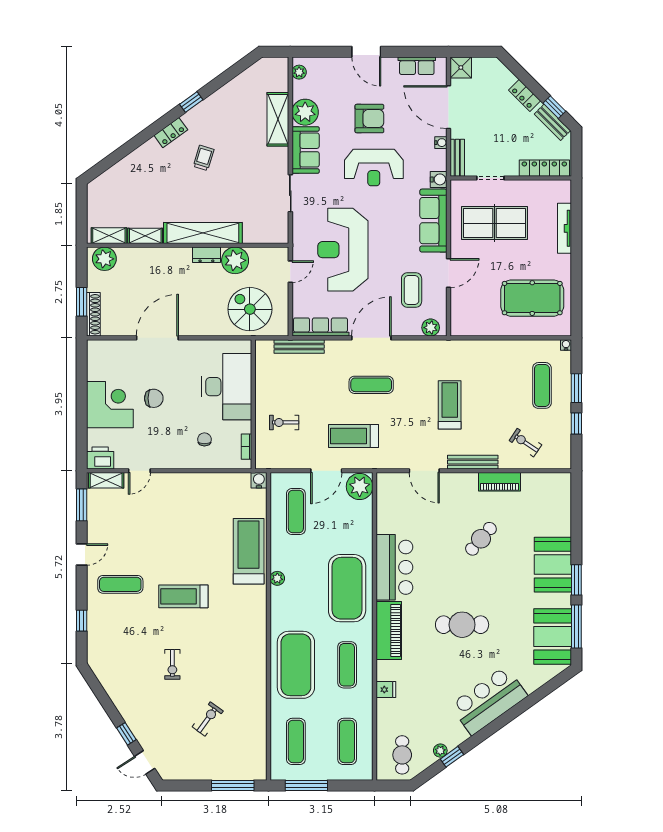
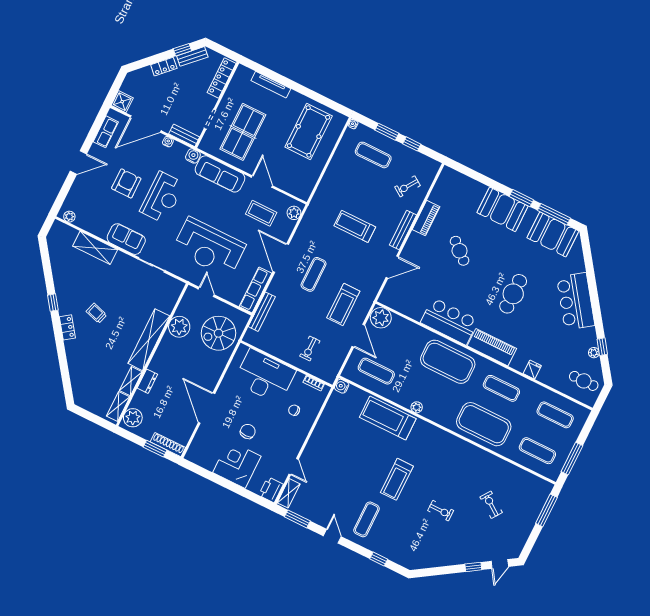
plant: (305, 112) -> (100, 226), removed
dresser: (206, 255) -> (147, 381), moved

